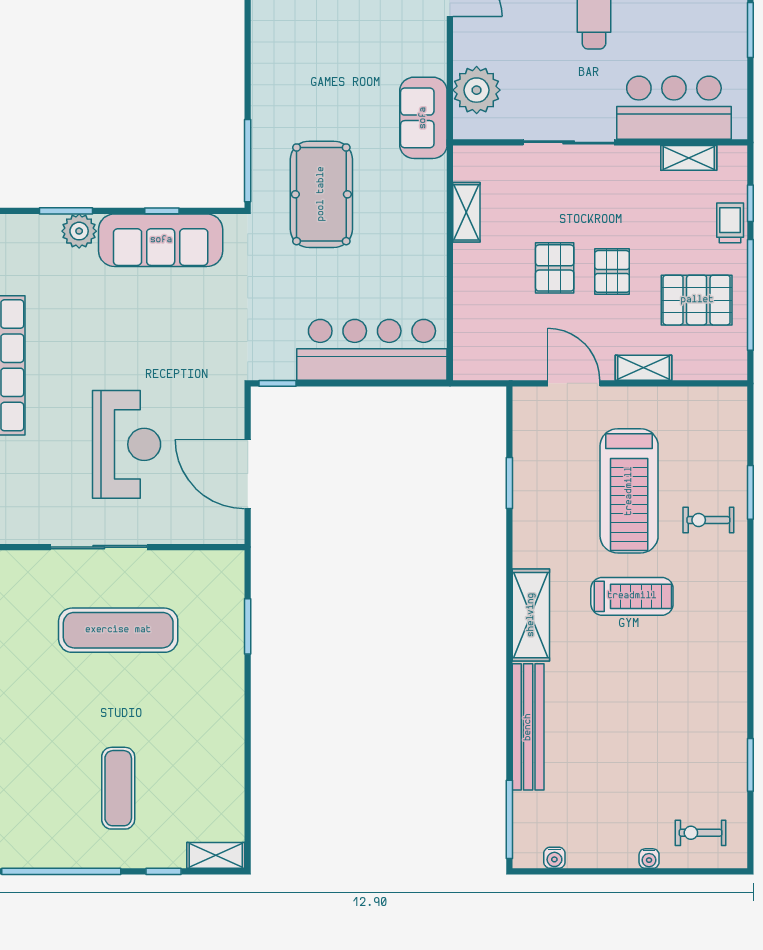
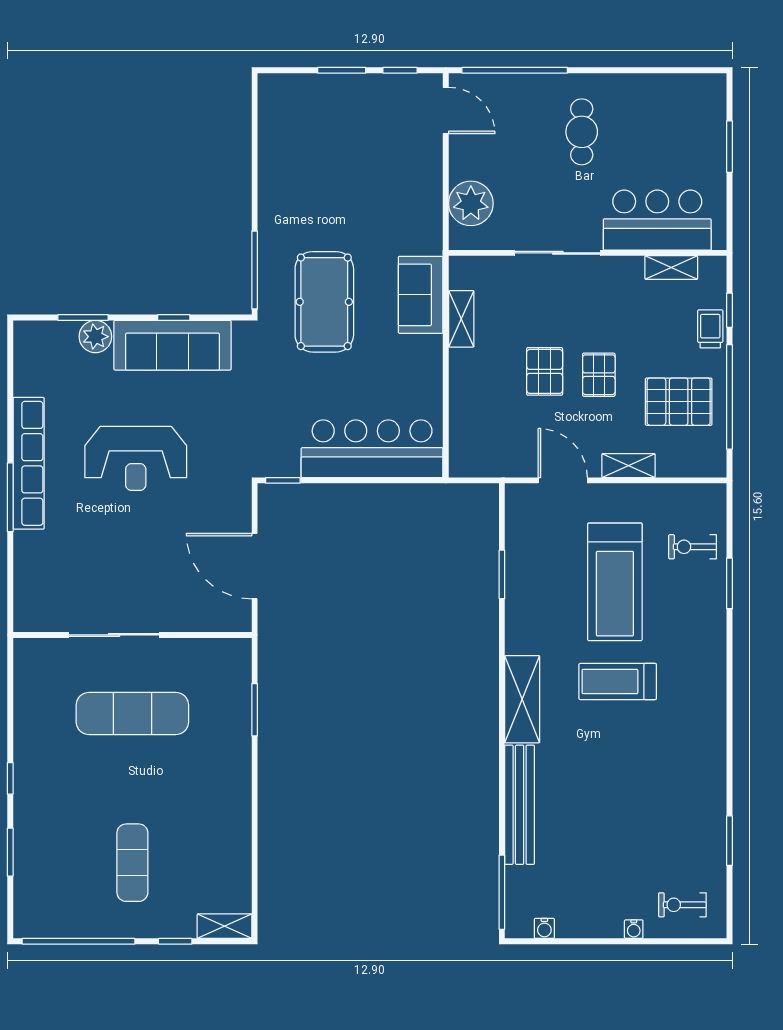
sofa: (423, 118) -> (421, 295), moved
reception desk: (127, 444) -> (136, 458), moved, turned 90
exercise bike: (708, 520) -> (693, 547), moved
treadmill: (632, 596) -> (618, 681), turned 180

